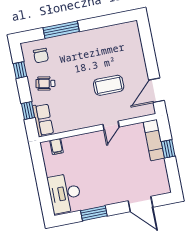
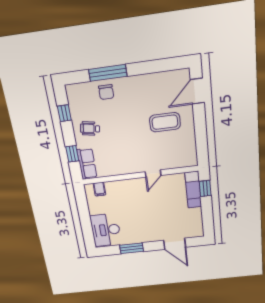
chair: (41, 55) -> (106, 92), moved
coffee table: (109, 85) -> (165, 122), moved
door: (156, 90) -> (197, 91), moved
window: (168, 149) -> (205, 188), moved

